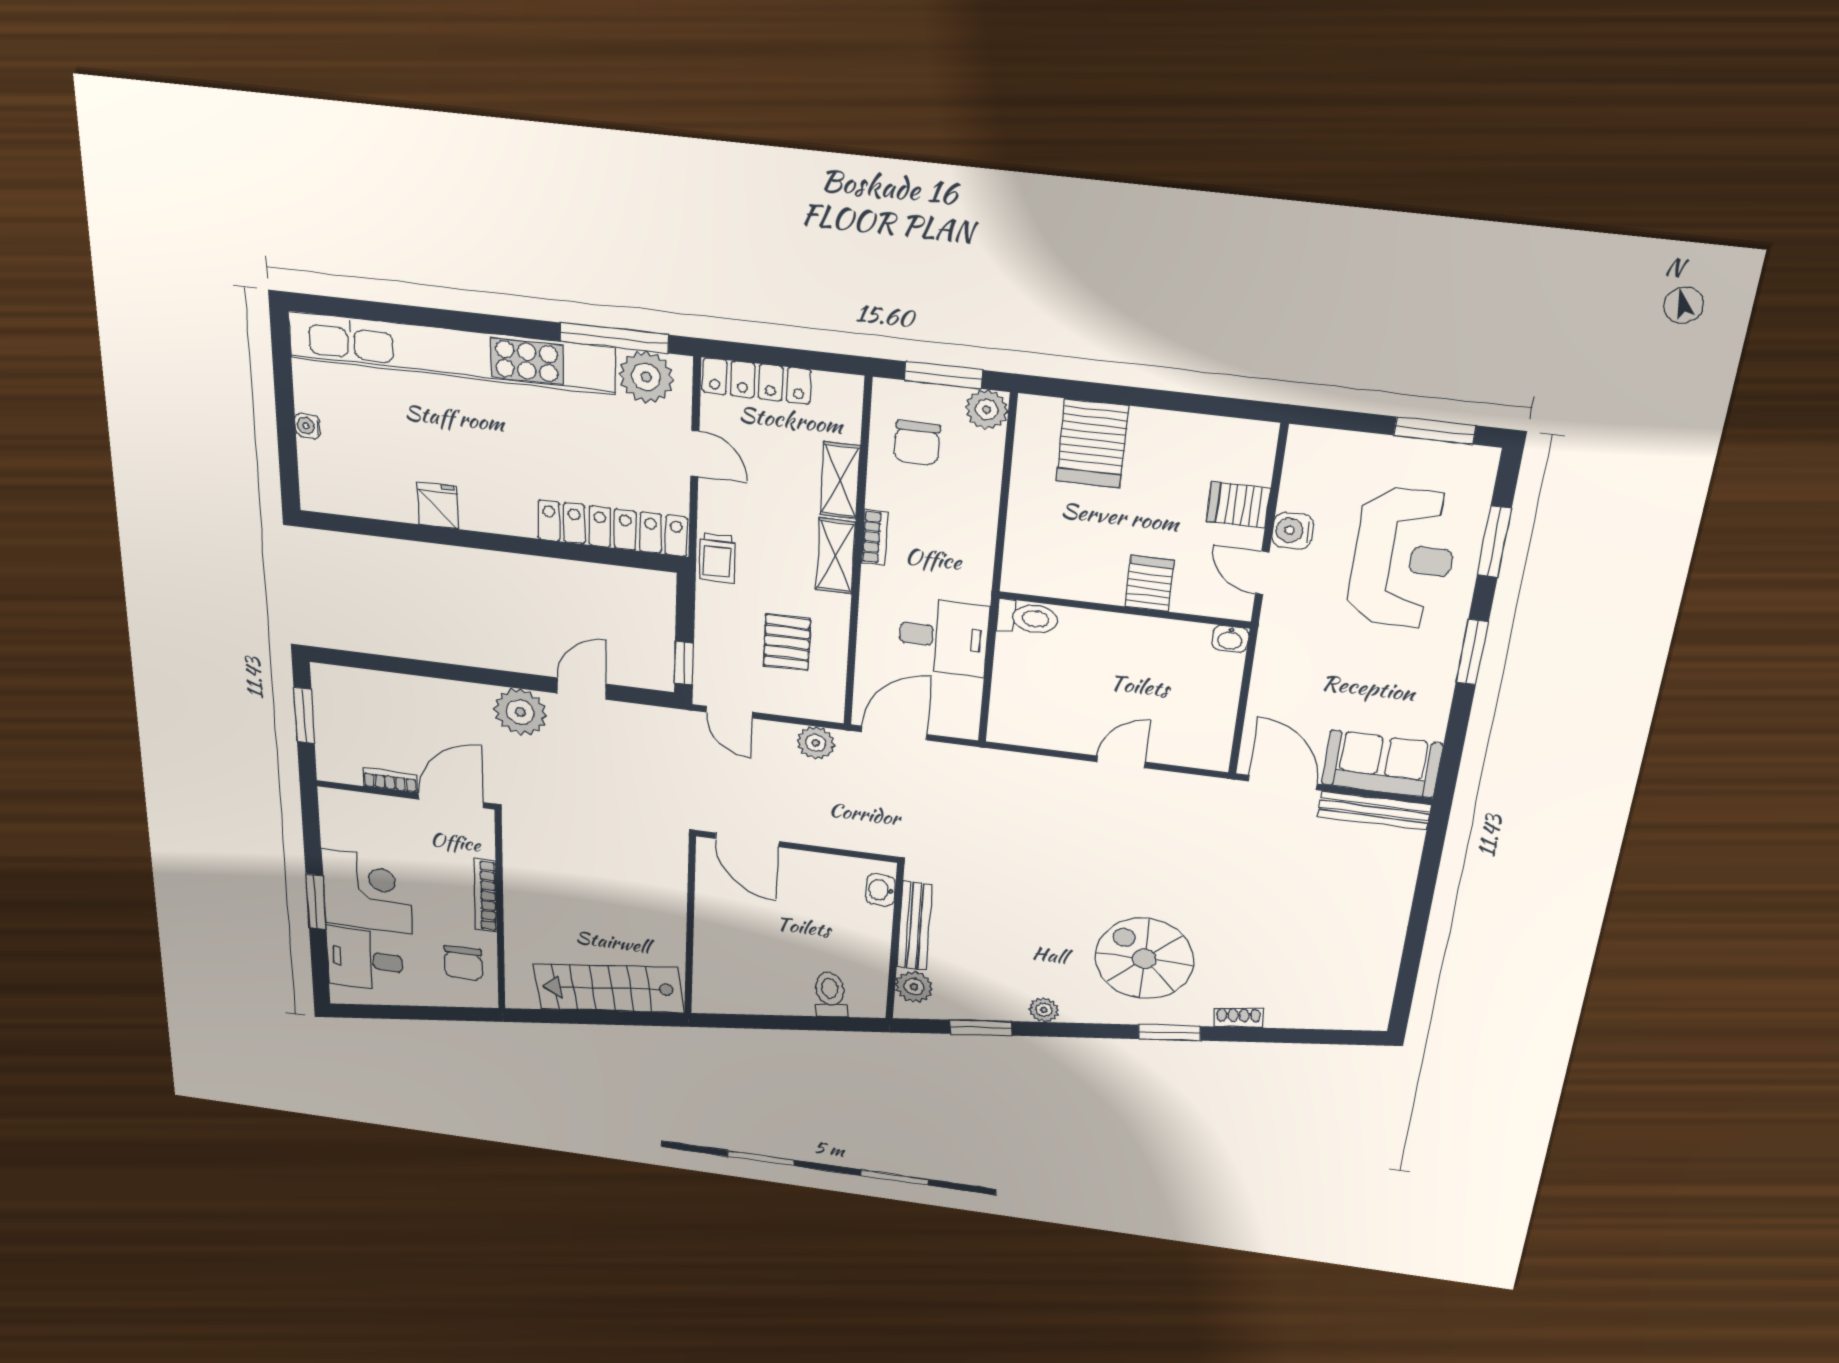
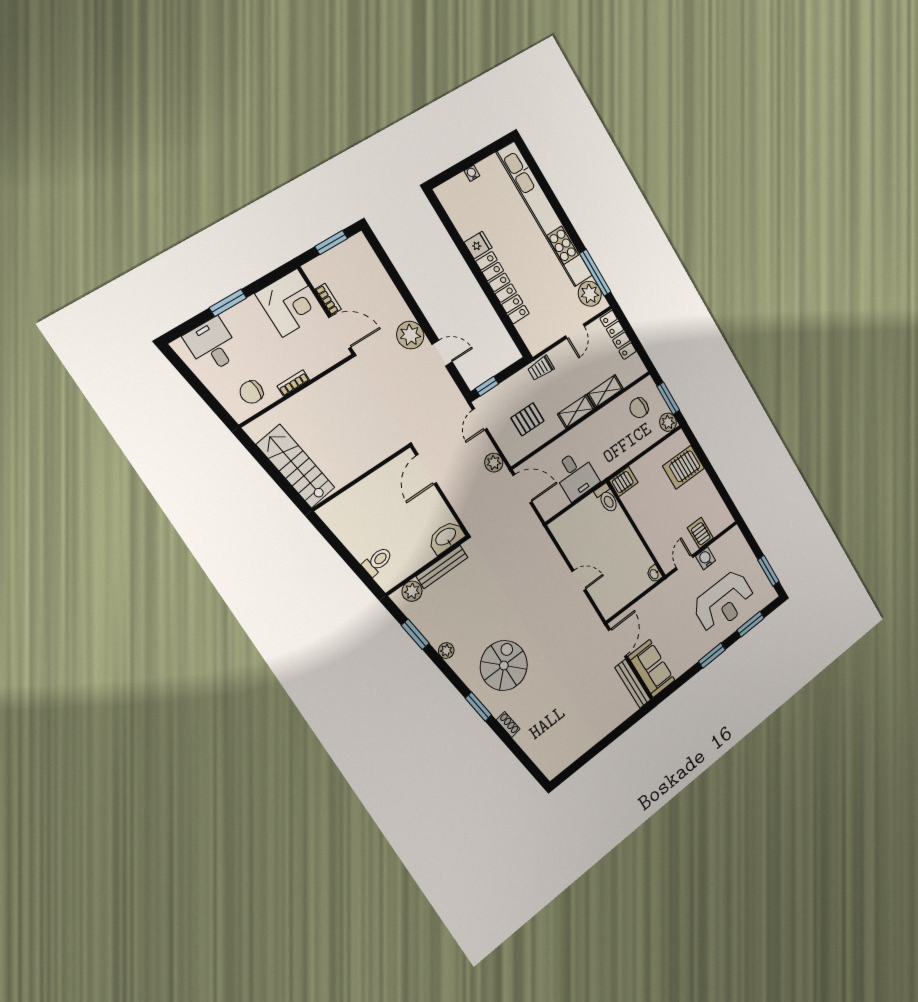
locker: (612, 528) -> (503, 288), moved
bookcase: (875, 537) -> (594, 420), removed
server rack: (1149, 584) -> (623, 481), moved
washbasin: (881, 890) -> (446, 537), width x1.91, depth x1.45
corner desk: (367, 892) -> (290, 303), moved
bookcase: (485, 895) -> (293, 383), width x0.64

